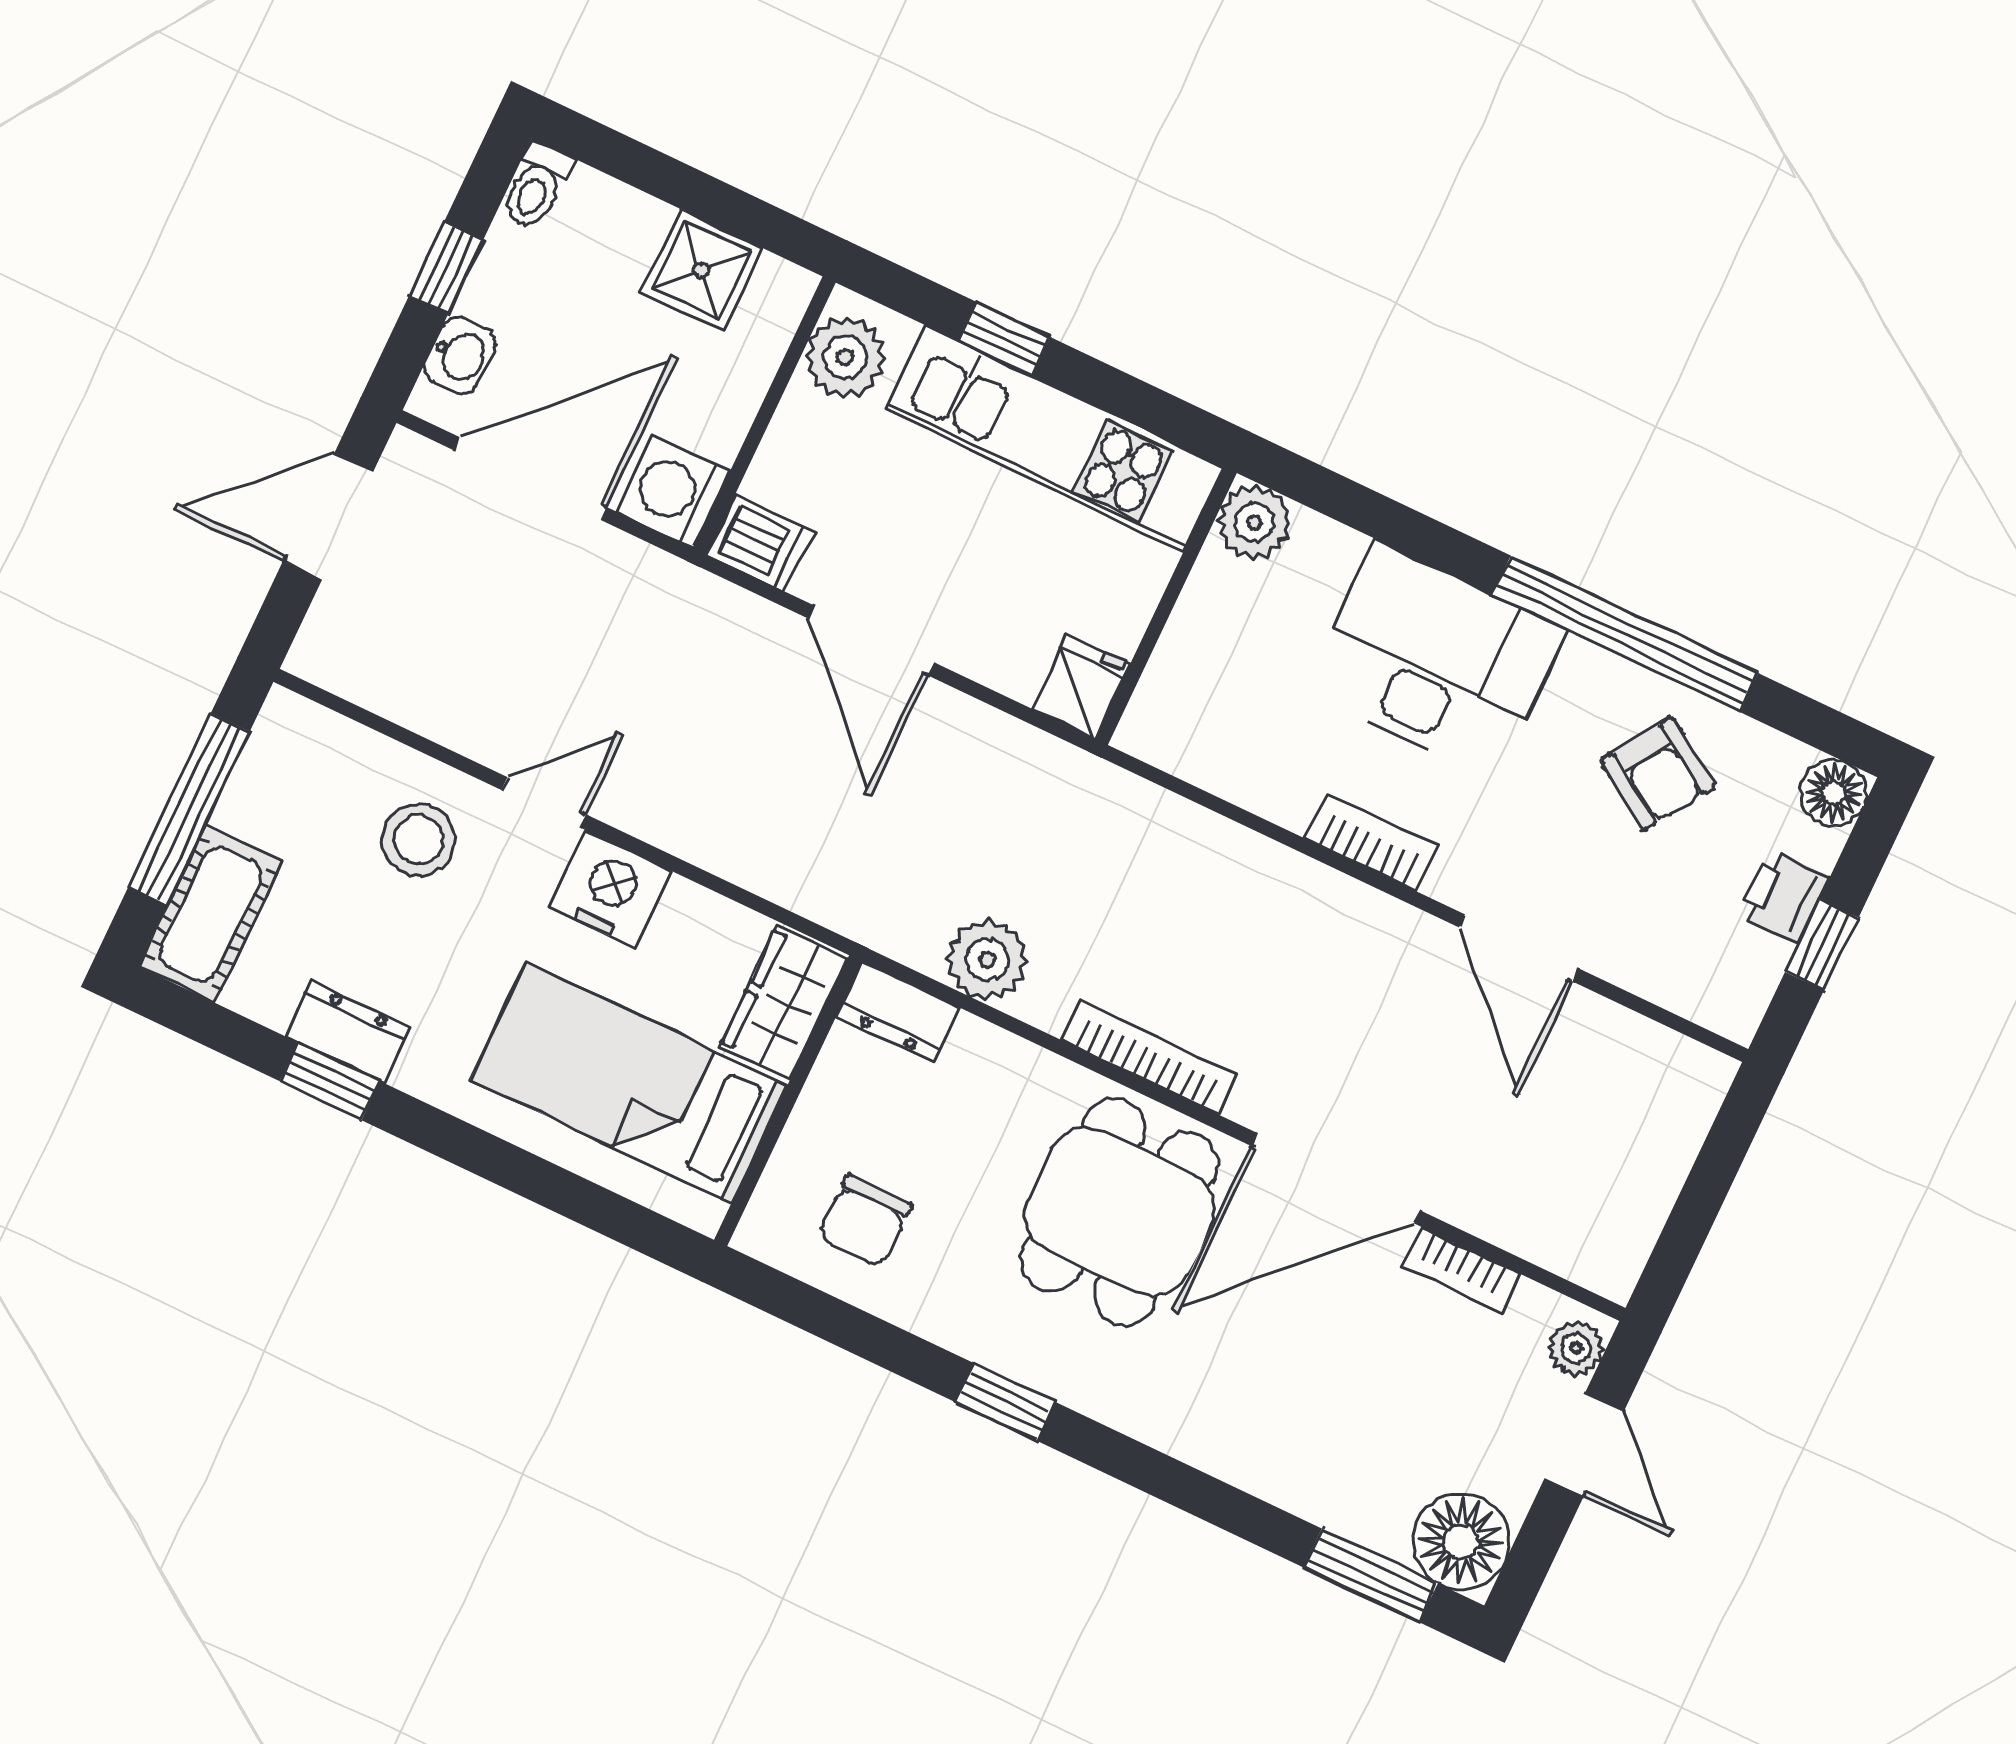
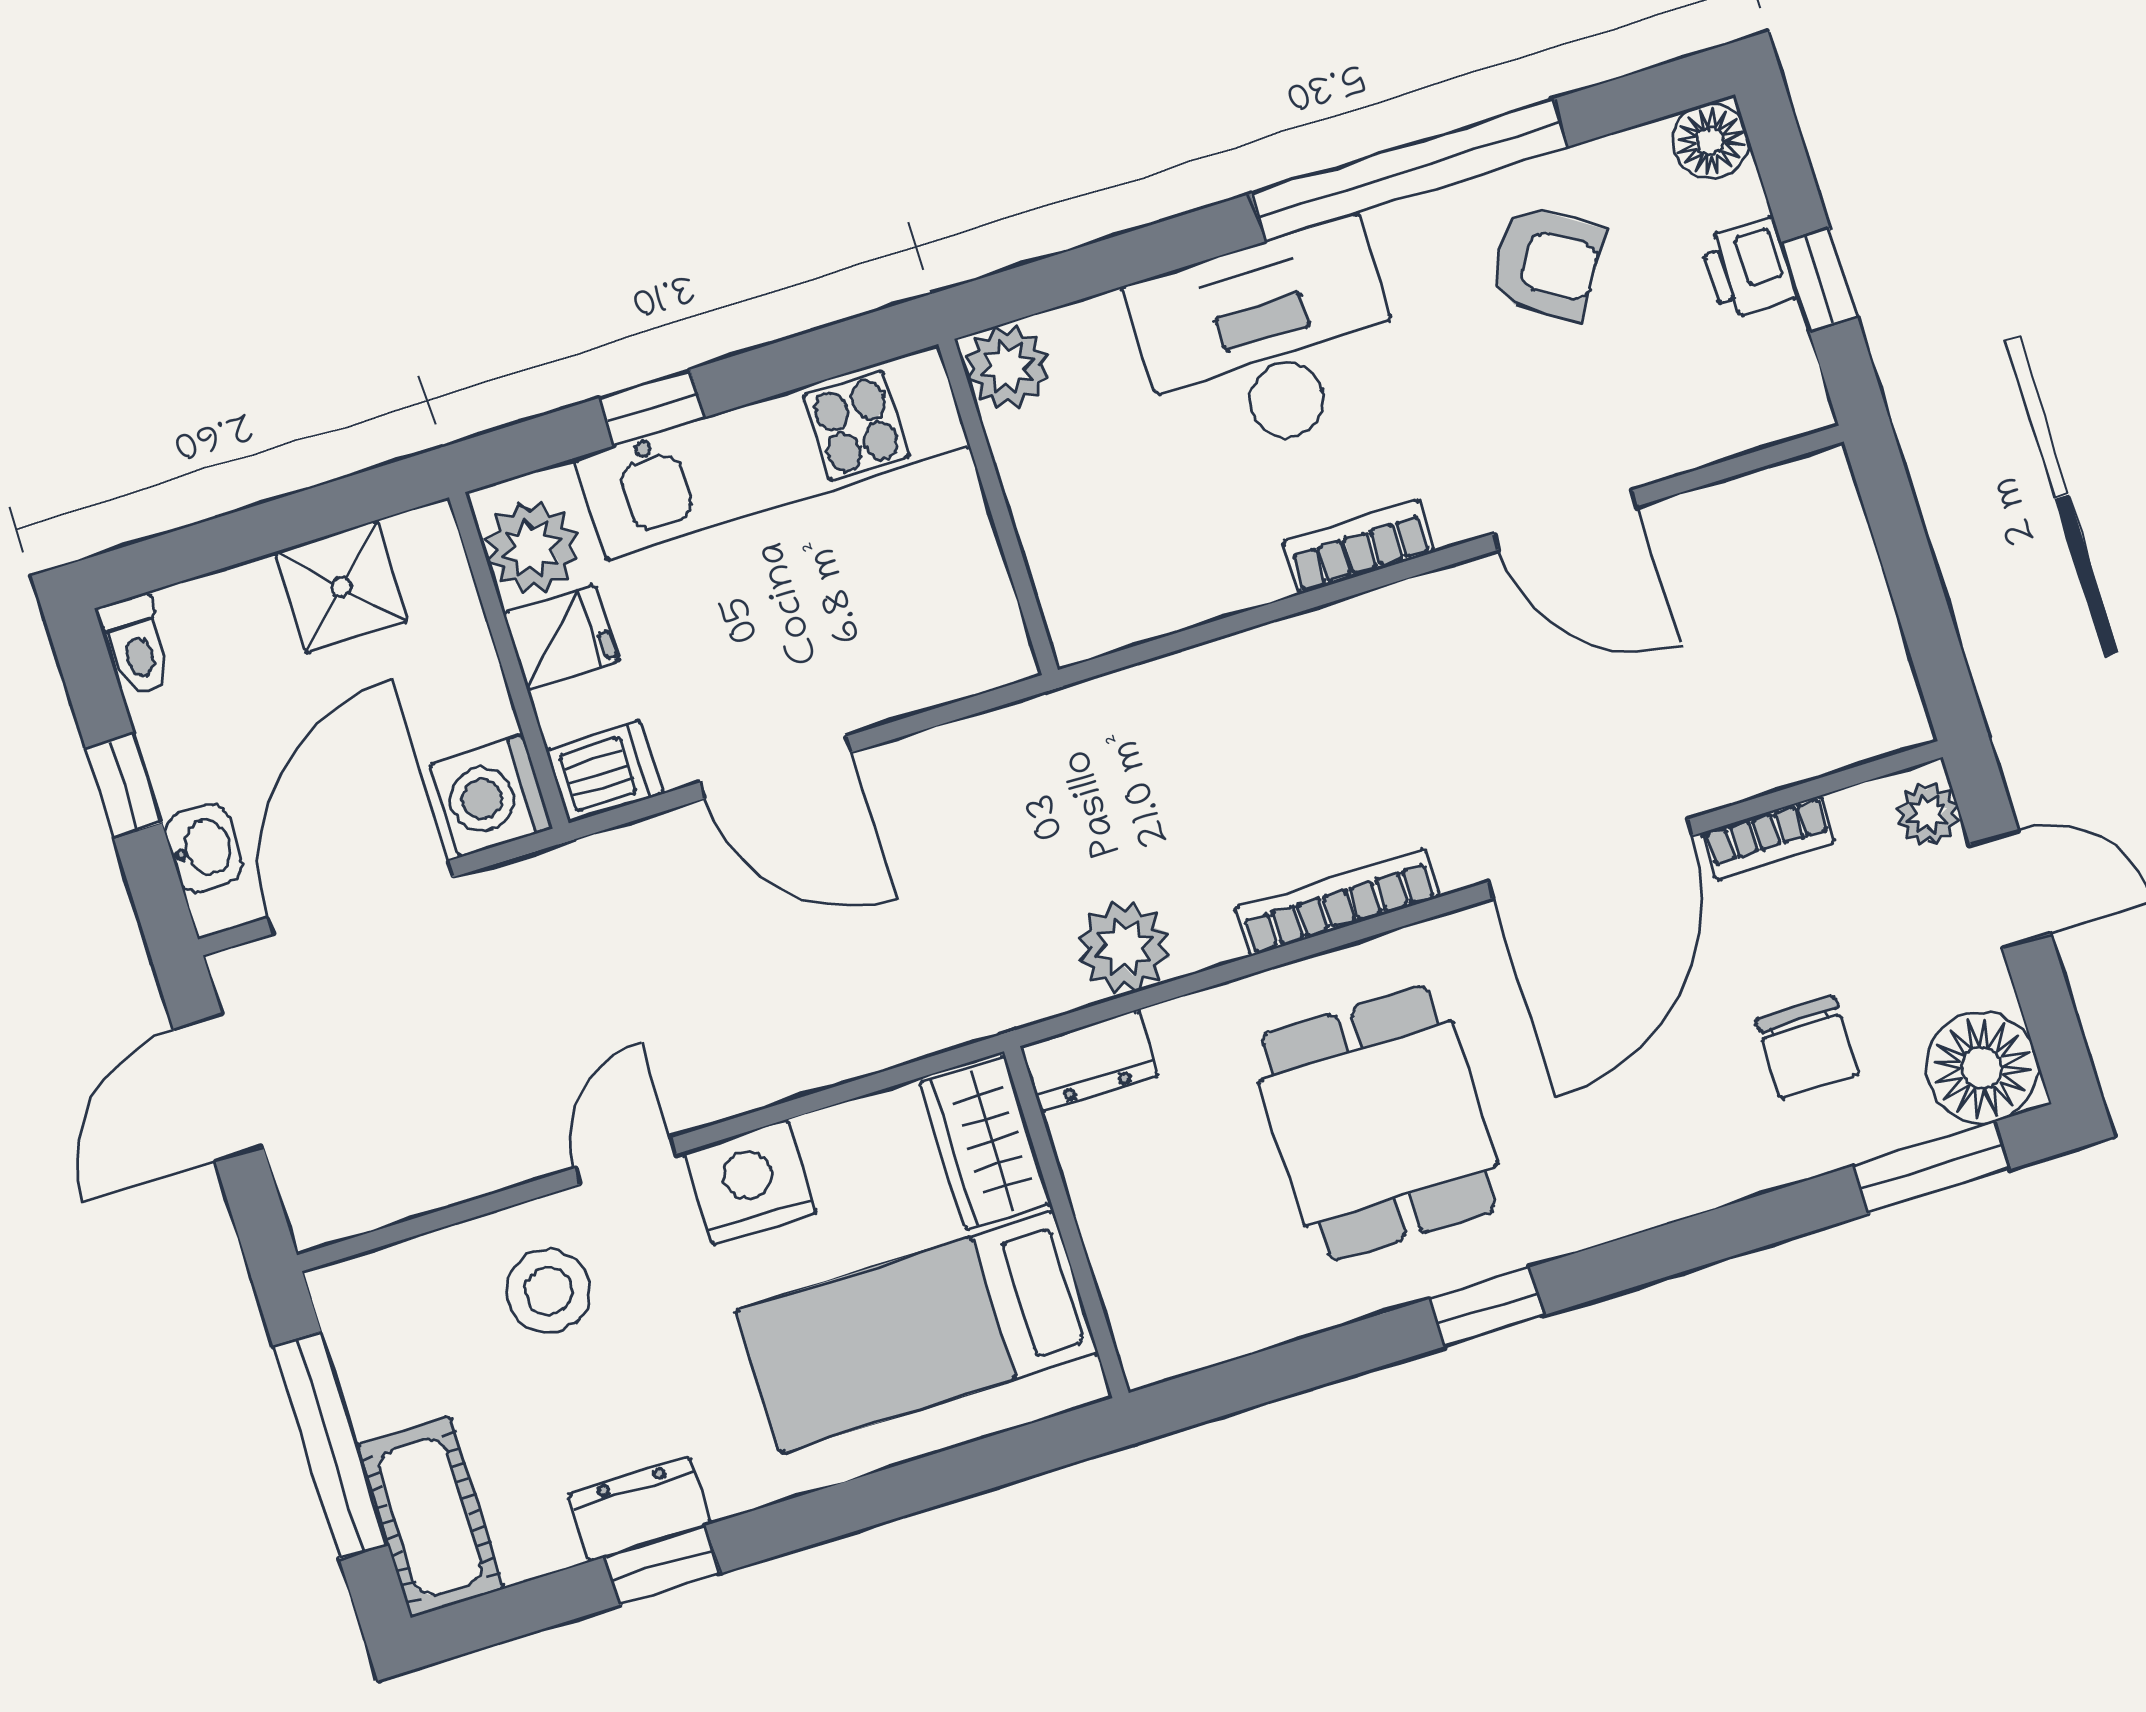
fridge: (1081, 686) -> (561, 637), moved, turned 90
dining table: (1119, 1212) -> (1378, 1123), moved
chair: (865, 1221) -> (1807, 1047), moved

